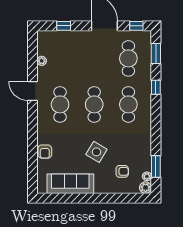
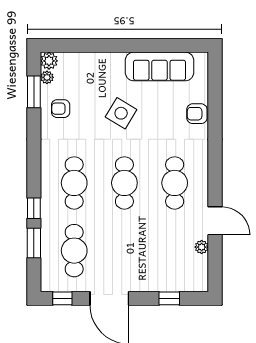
window: (156, 53) -> (34, 243), moved
door: (33, 91) -> (215, 221), moved
armchair: (45, 152) -> (197, 114), turned -90
armchair: (122, 171) -> (61, 109), moved

